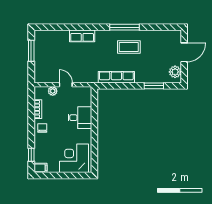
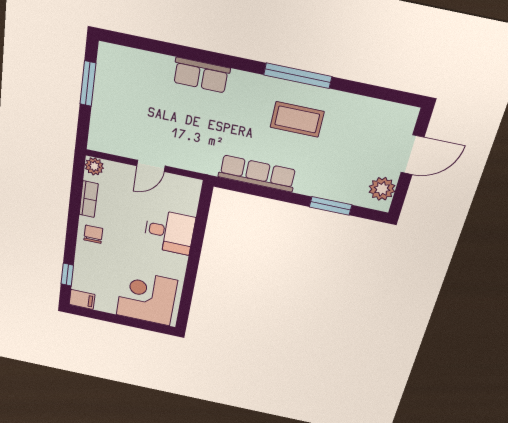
door: (66, 85) -> (151, 166), swing flipped
plant: (53, 91) -> (94, 166), moved

